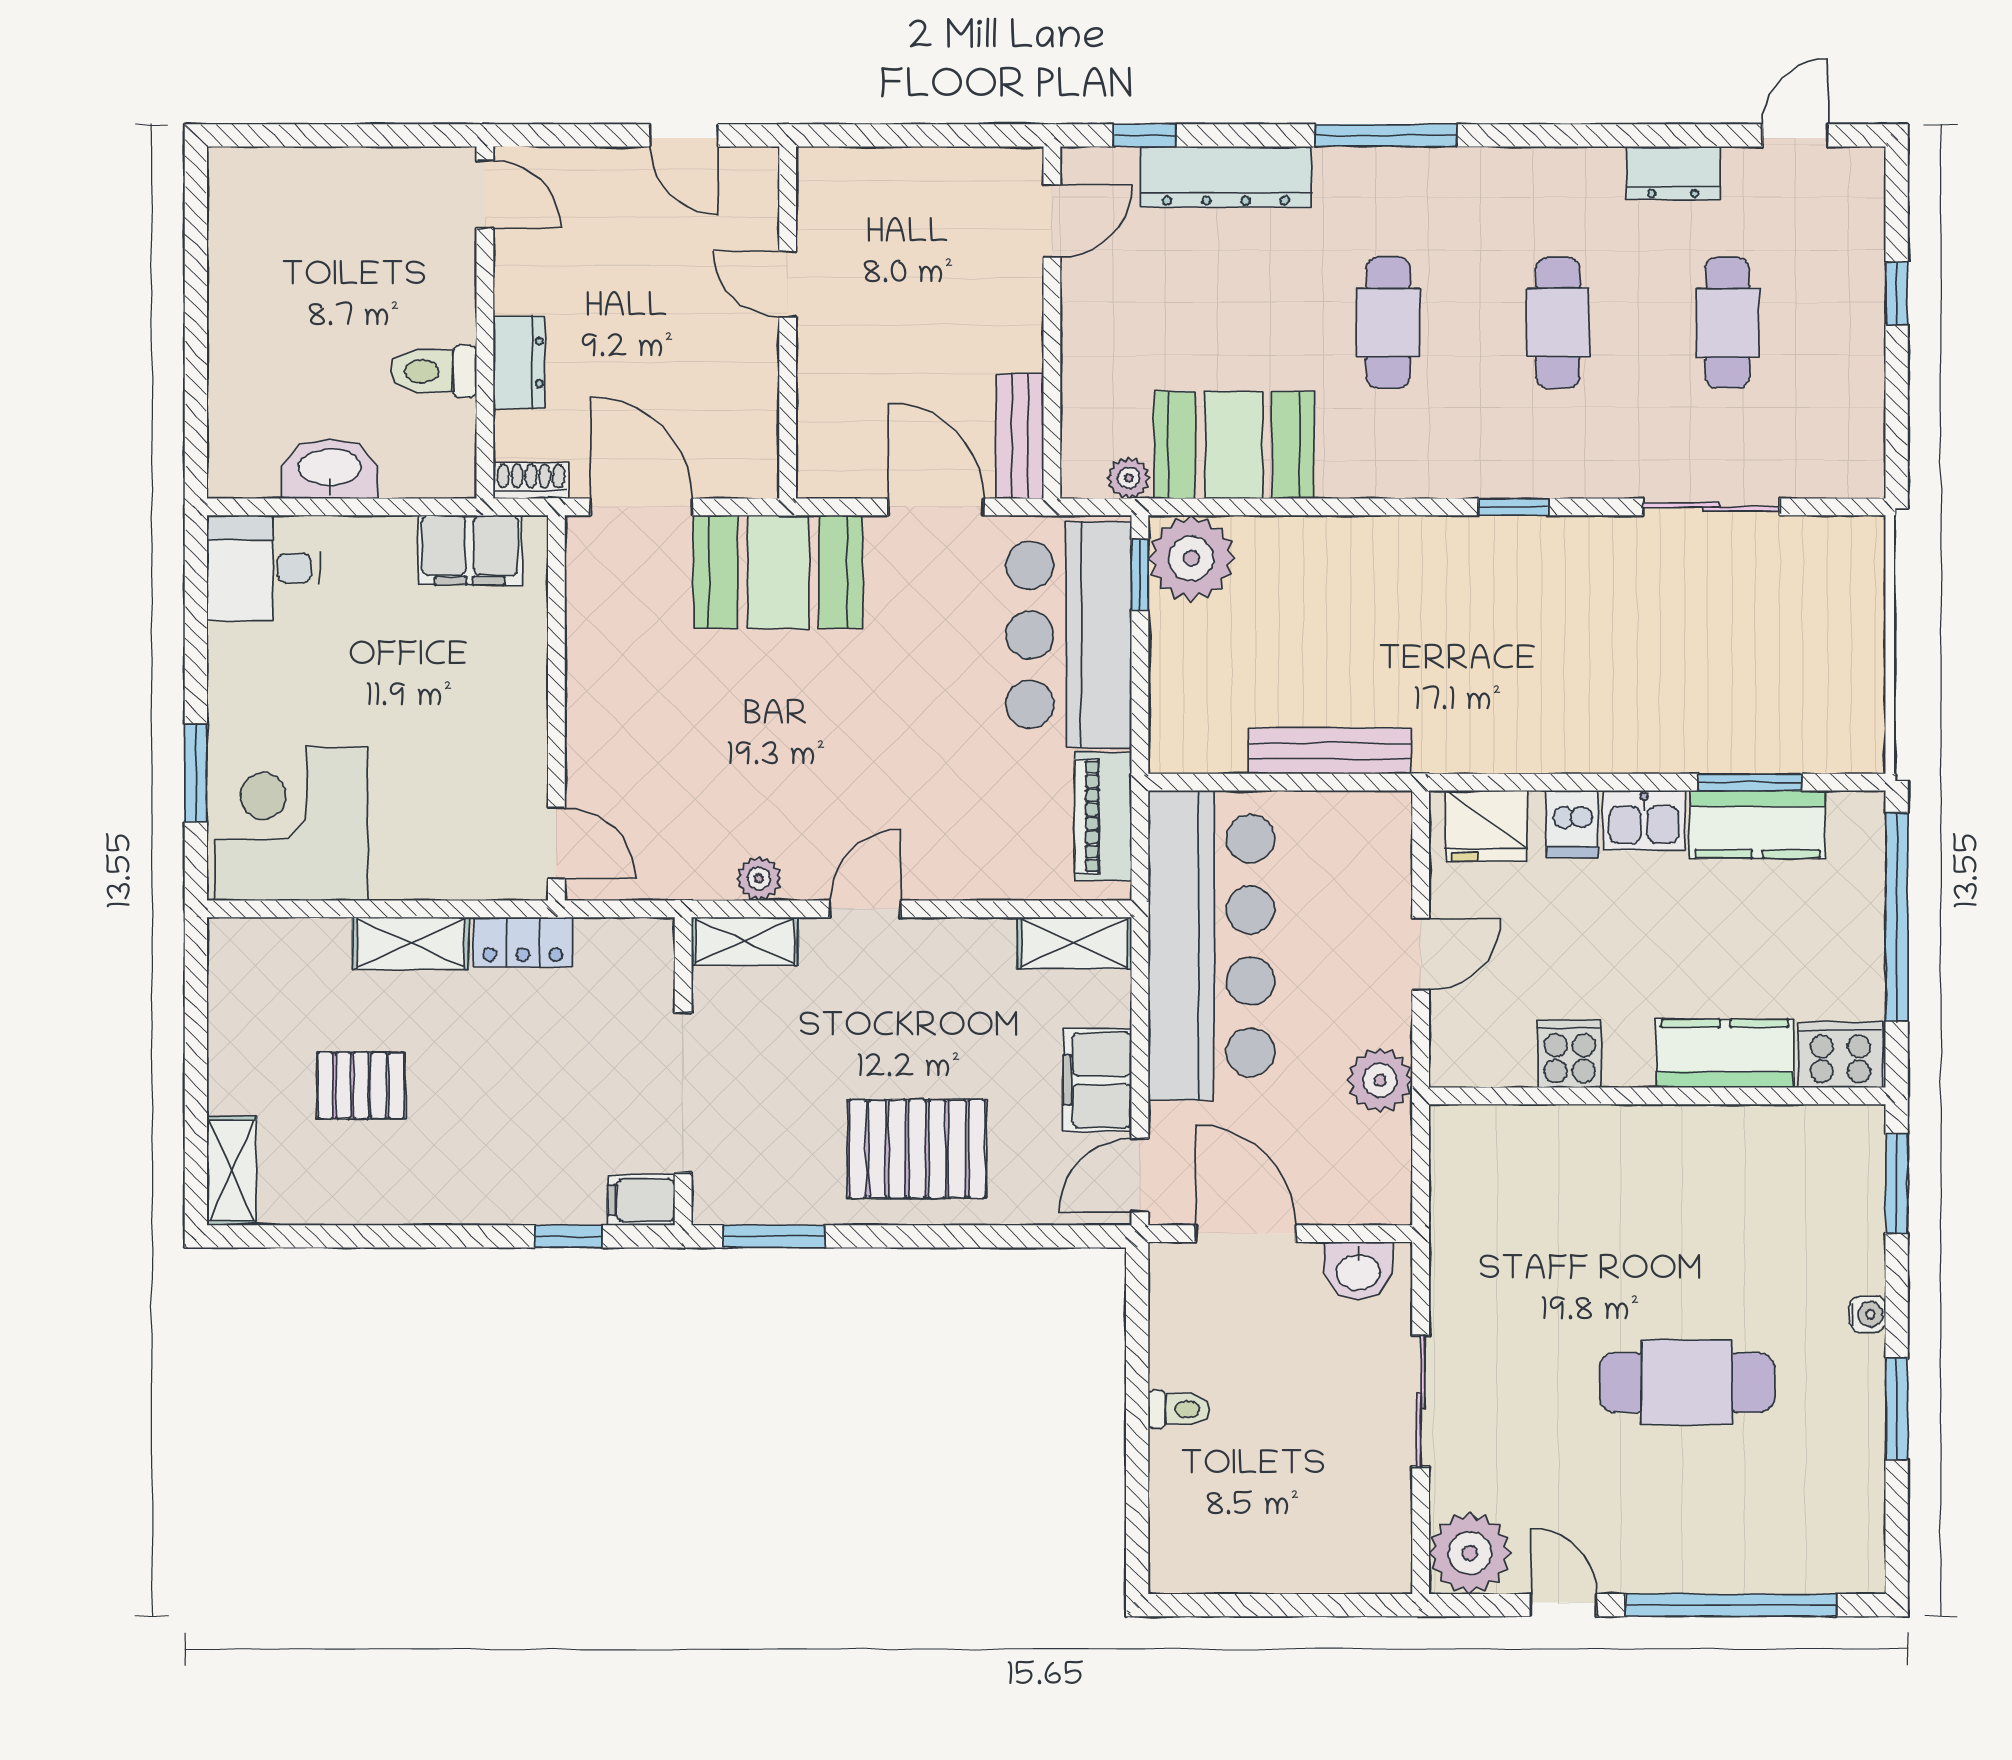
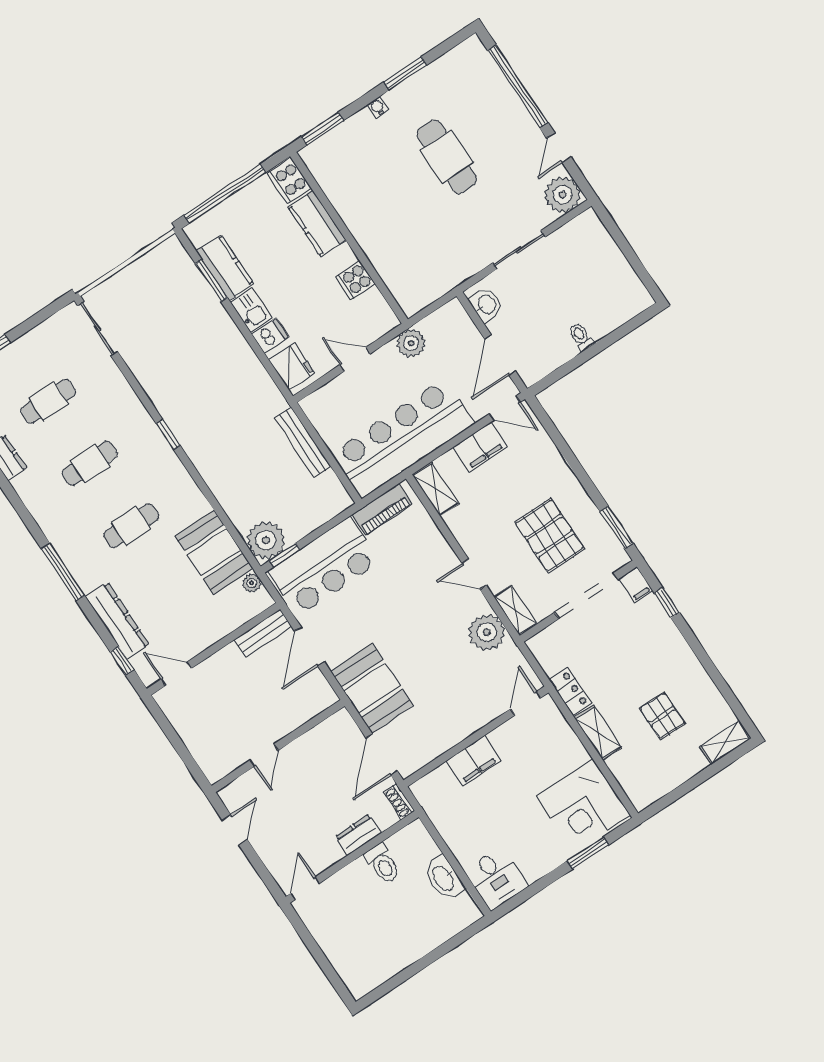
sliding door: (1711, 507) -> (98, 329), moved
filing cabinet: (470, 550) -> (473, 761), moved, turned 90
plant: (759, 879) -> (487, 632), width x1.87, depth x1.87
pallet: (917, 1149) -> (549, 536), moved

